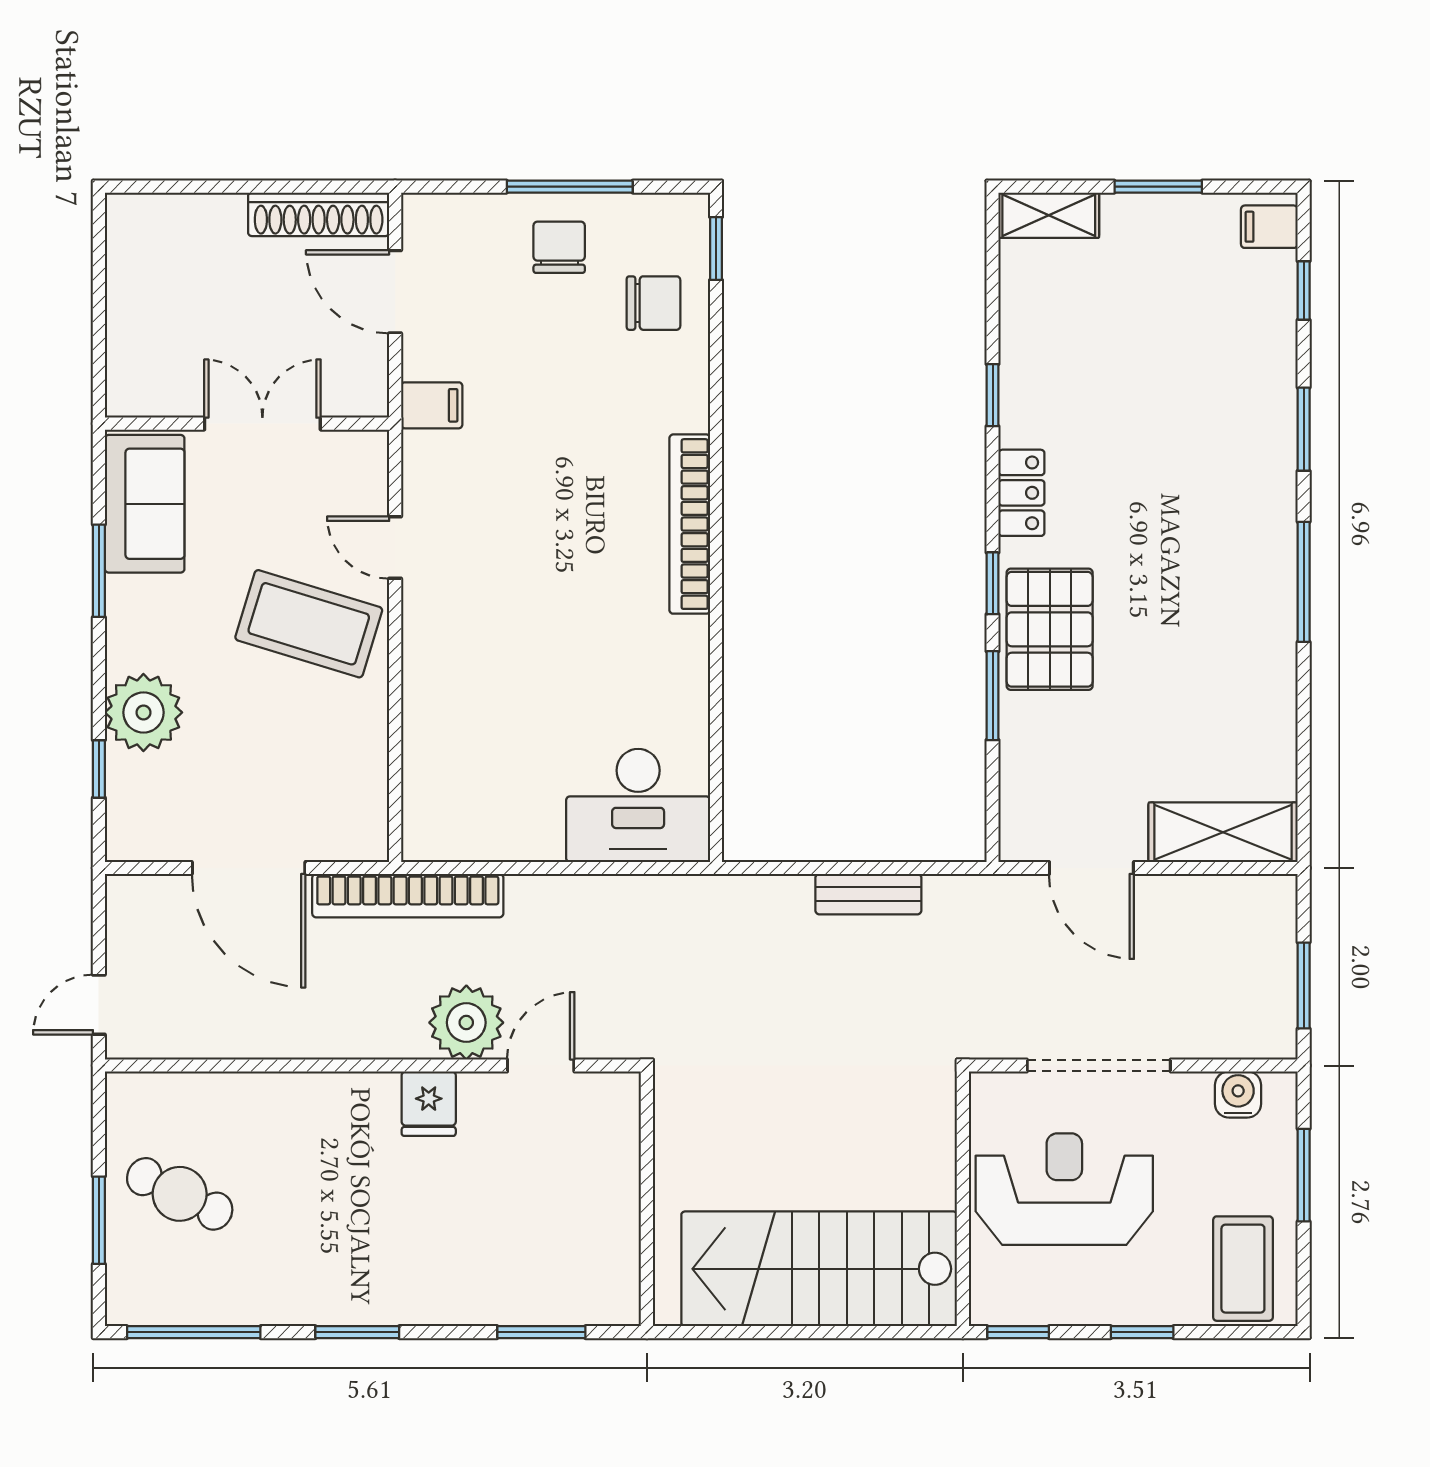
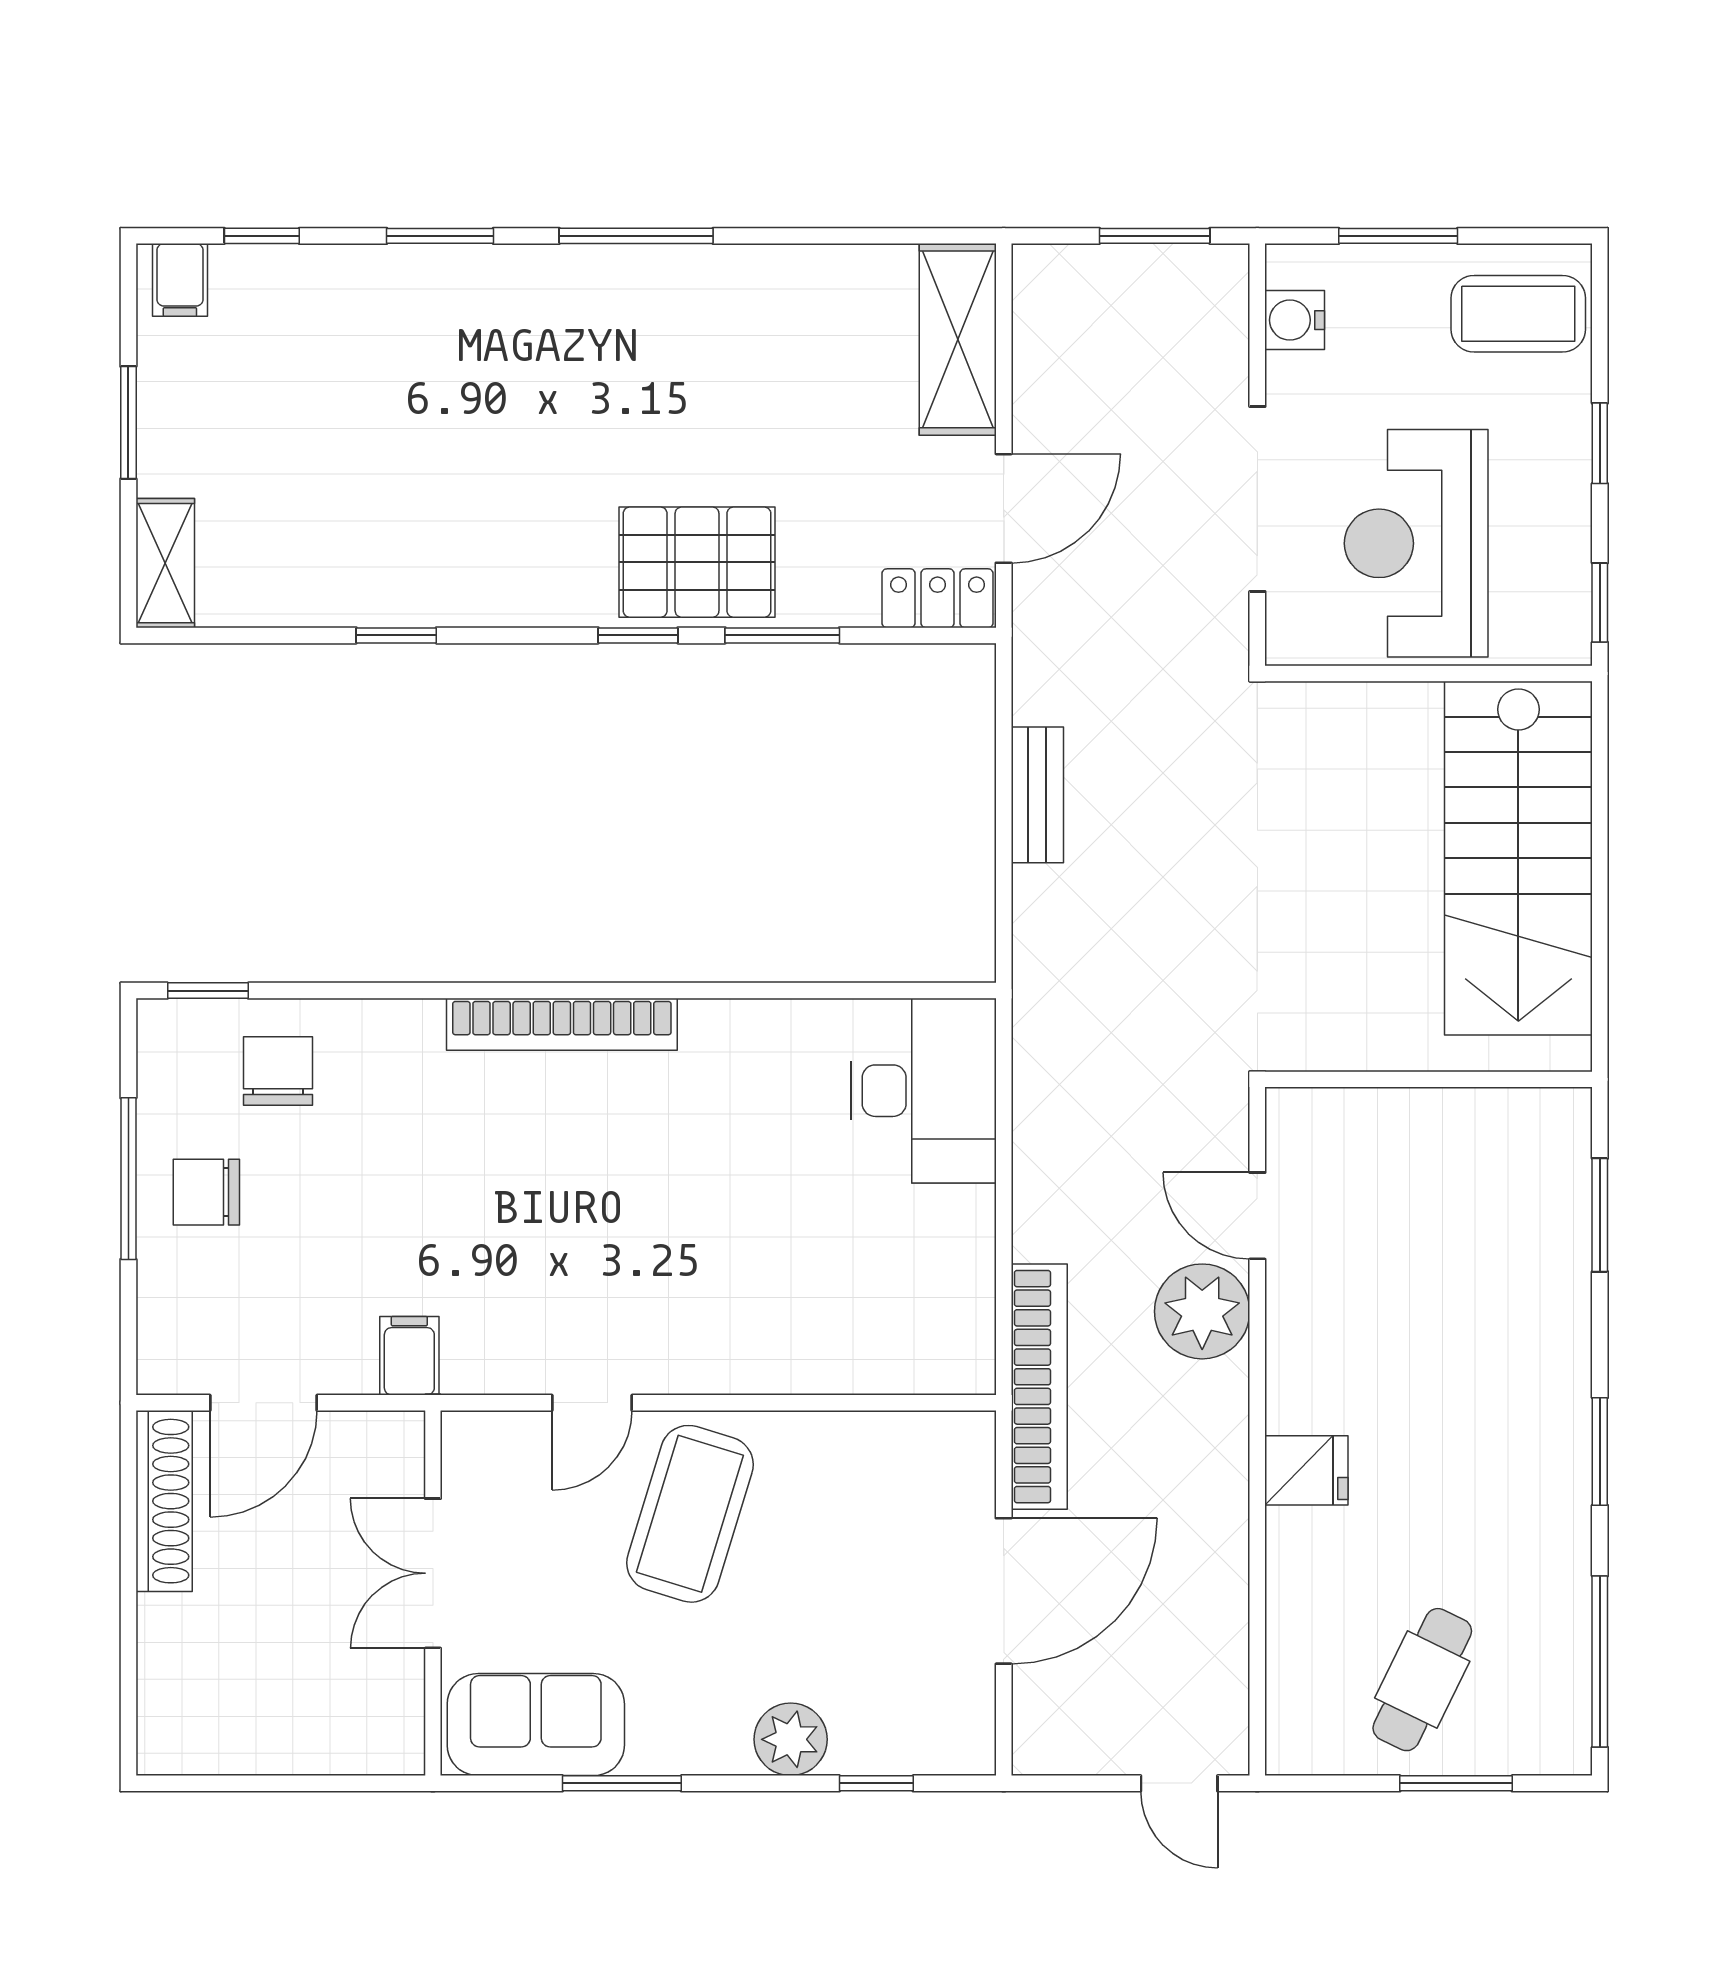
locker: (1021, 493) -> (938, 598), moved
plant: (143, 712) -> (791, 1739), width x0.73, depth x0.73
fridge: (429, 1104) -> (1306, 1470), moved

